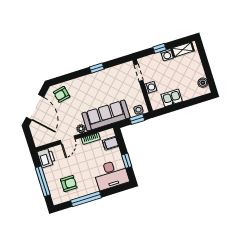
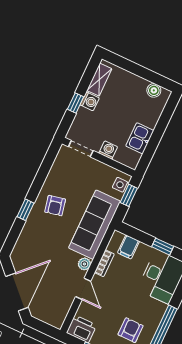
window: (97, 68) -> (25, 210), moved
armchair: (62, 94) -> (55, 206), moved
door: (35, 107) -> (17, 292), hinge flipped

